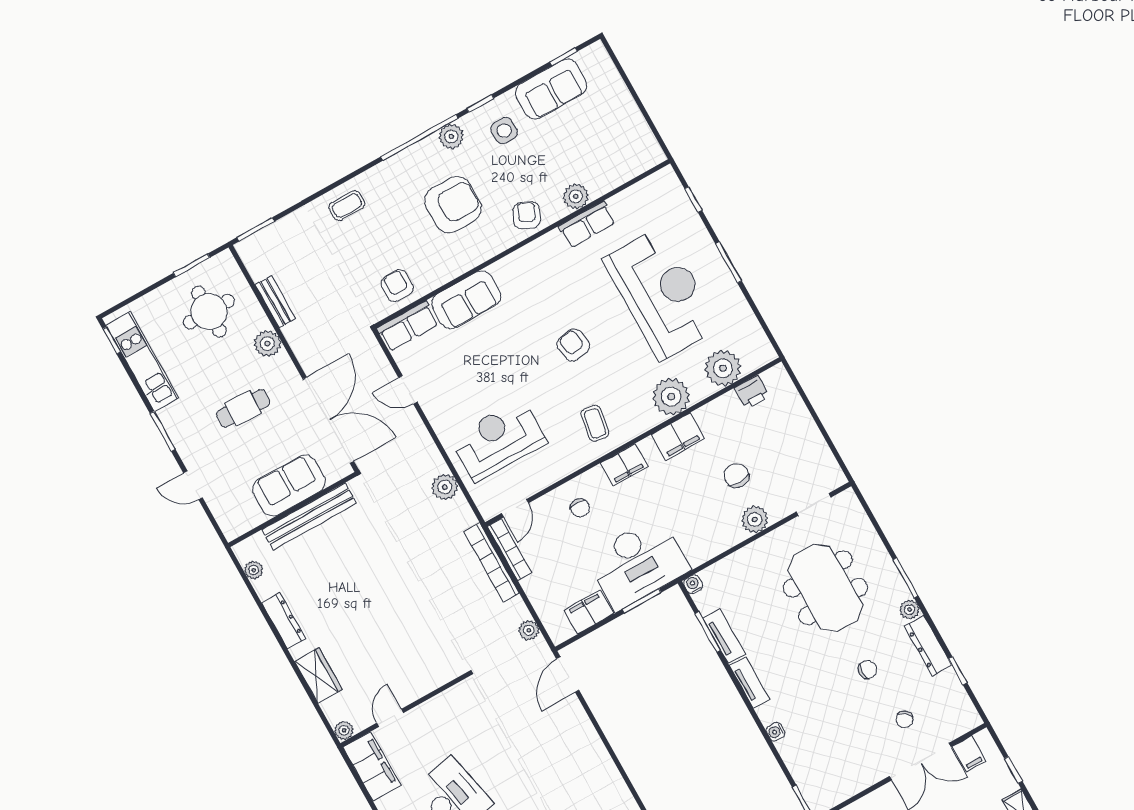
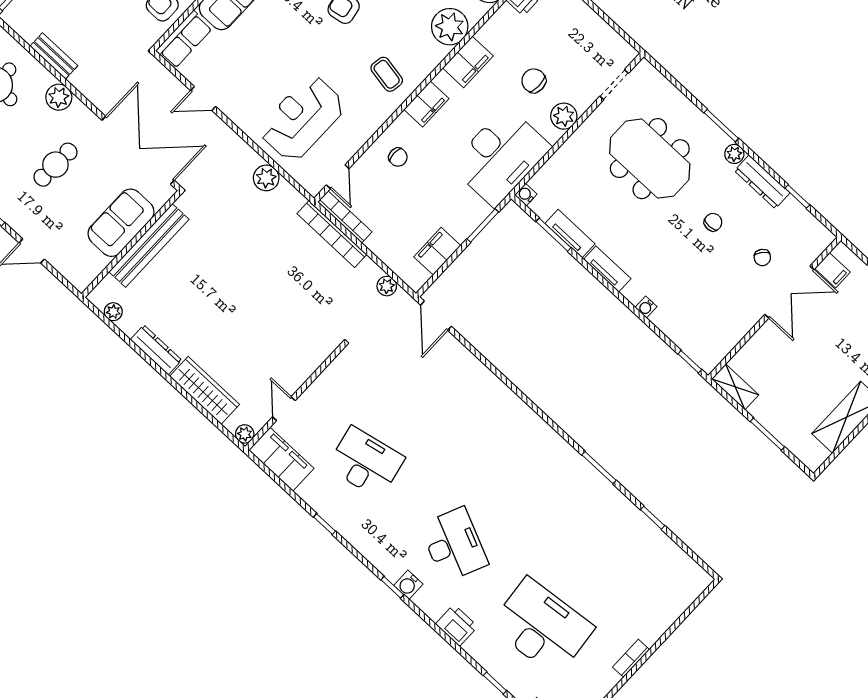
desk: (638, 563) -> (500, 156), moved
wardrobe: (318, 675) -> (205, 390), width x1.50

